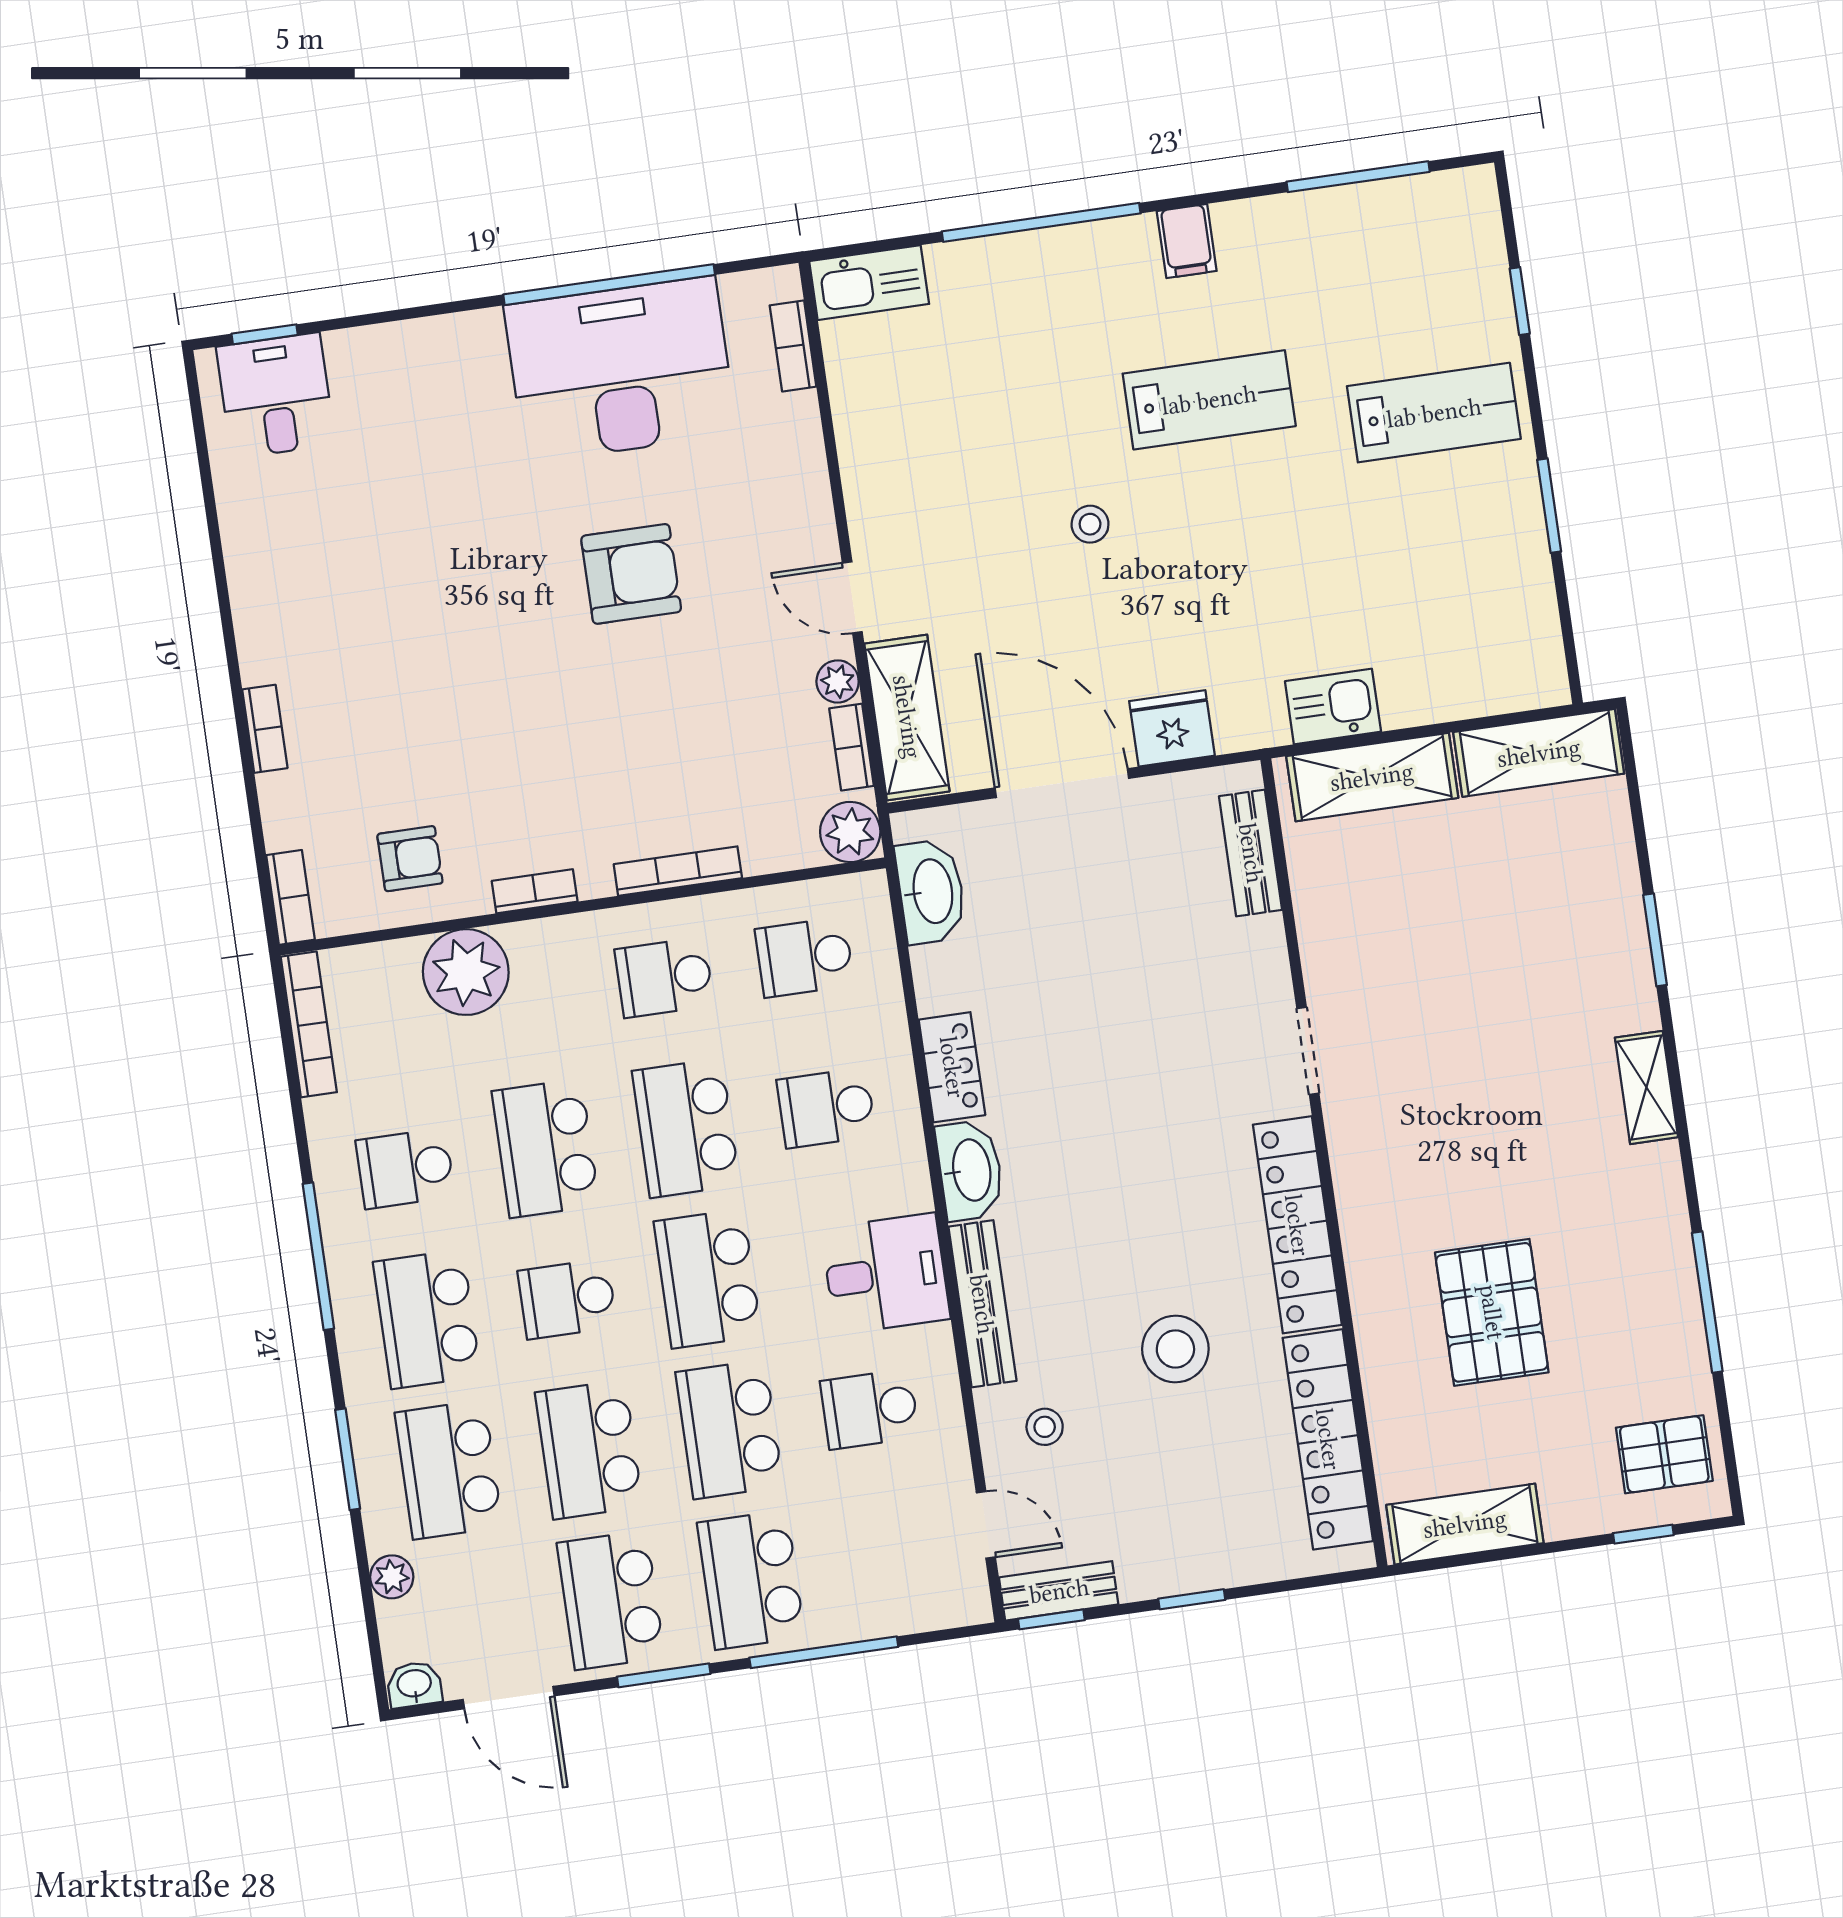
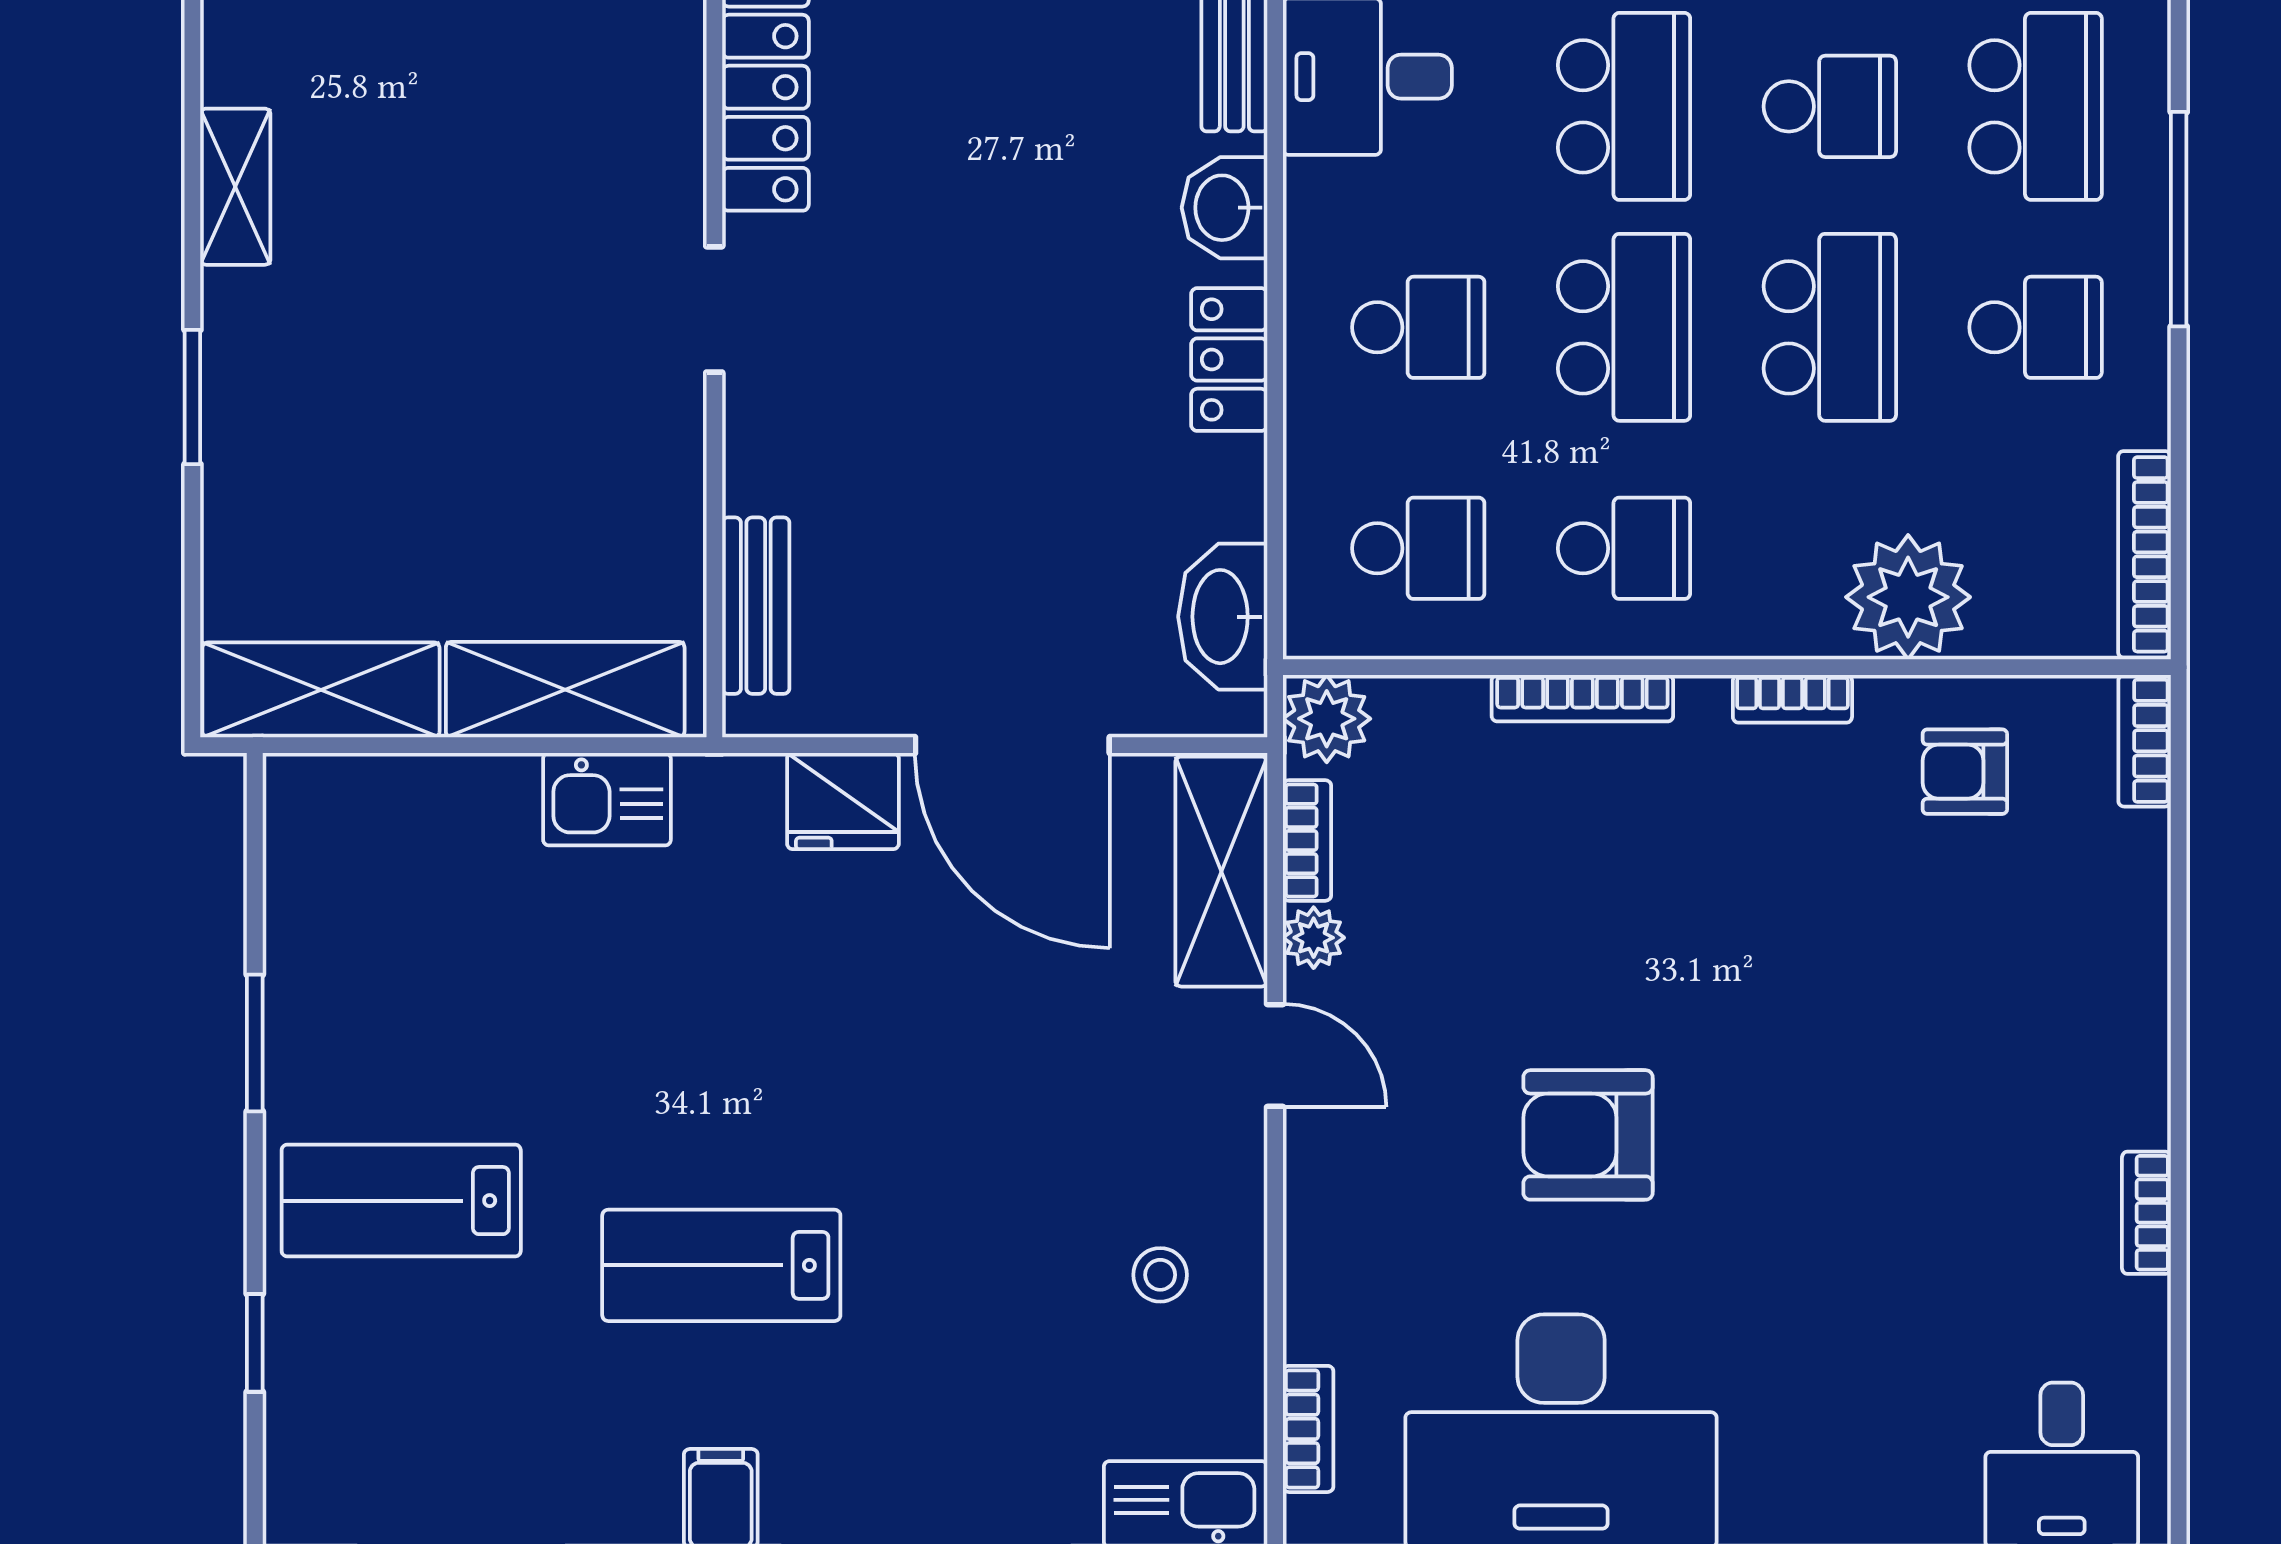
stool: (1090, 524) -> (1160, 1275), moved
bookcase: (265, 729) -> (2146, 1213), moved
washbasin: (970, 1170) -> (1225, 208), width x0.72

